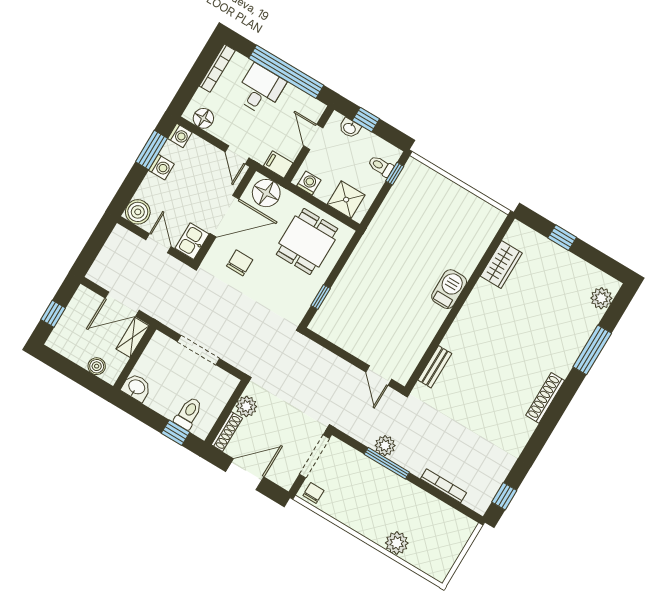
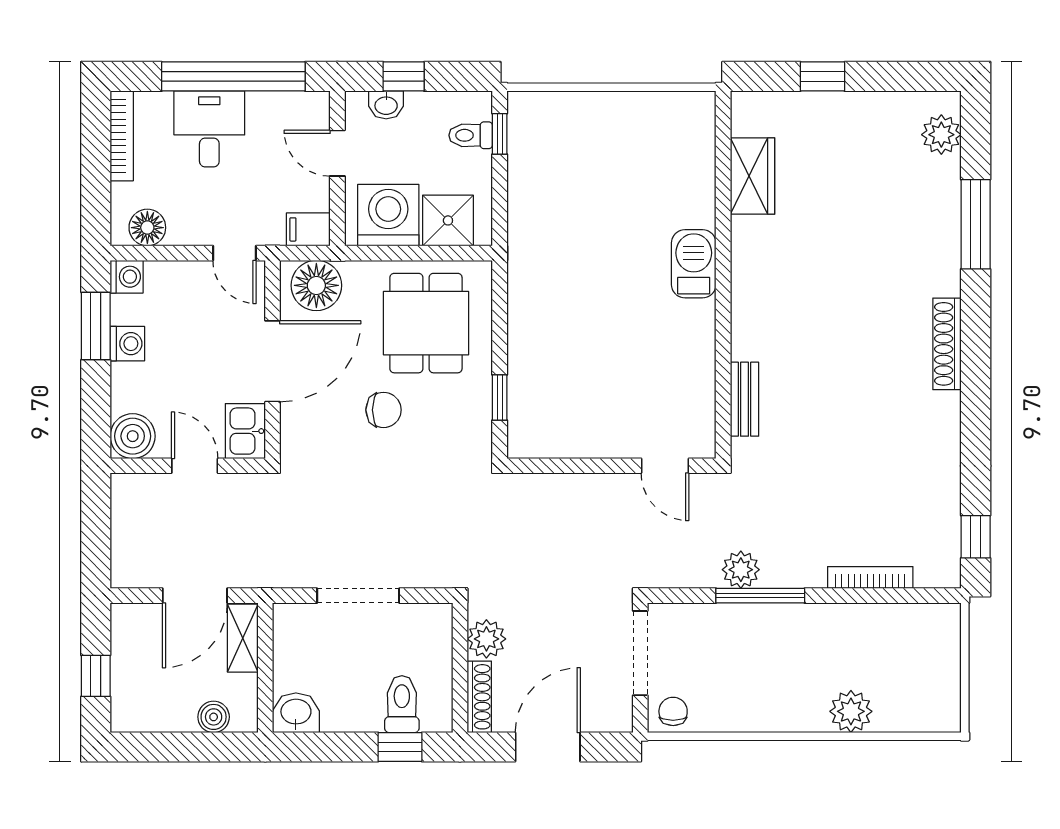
washing machine: (309, 183) -> (388, 215), width x1.89, depth x1.89
chair: (240, 263) -> (384, 410), moved, turned 90

